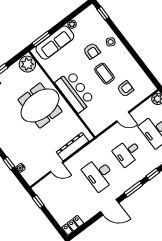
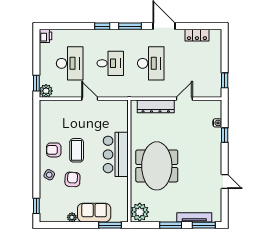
sofa: (55, 43) -> (94, 213), width x0.73
armchair: (125, 89) -> (54, 150), moved
meeting table: (40, 105) -> (157, 166), turned 90
door: (57, 167) -> (184, 99), hinge flipped
locker: (73, 225) -> (197, 35), moved

